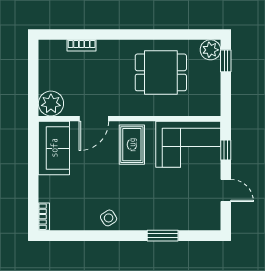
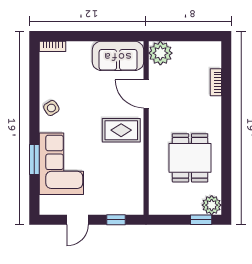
corner sofa: (188, 144) -> (61, 164), moved, turned 180

